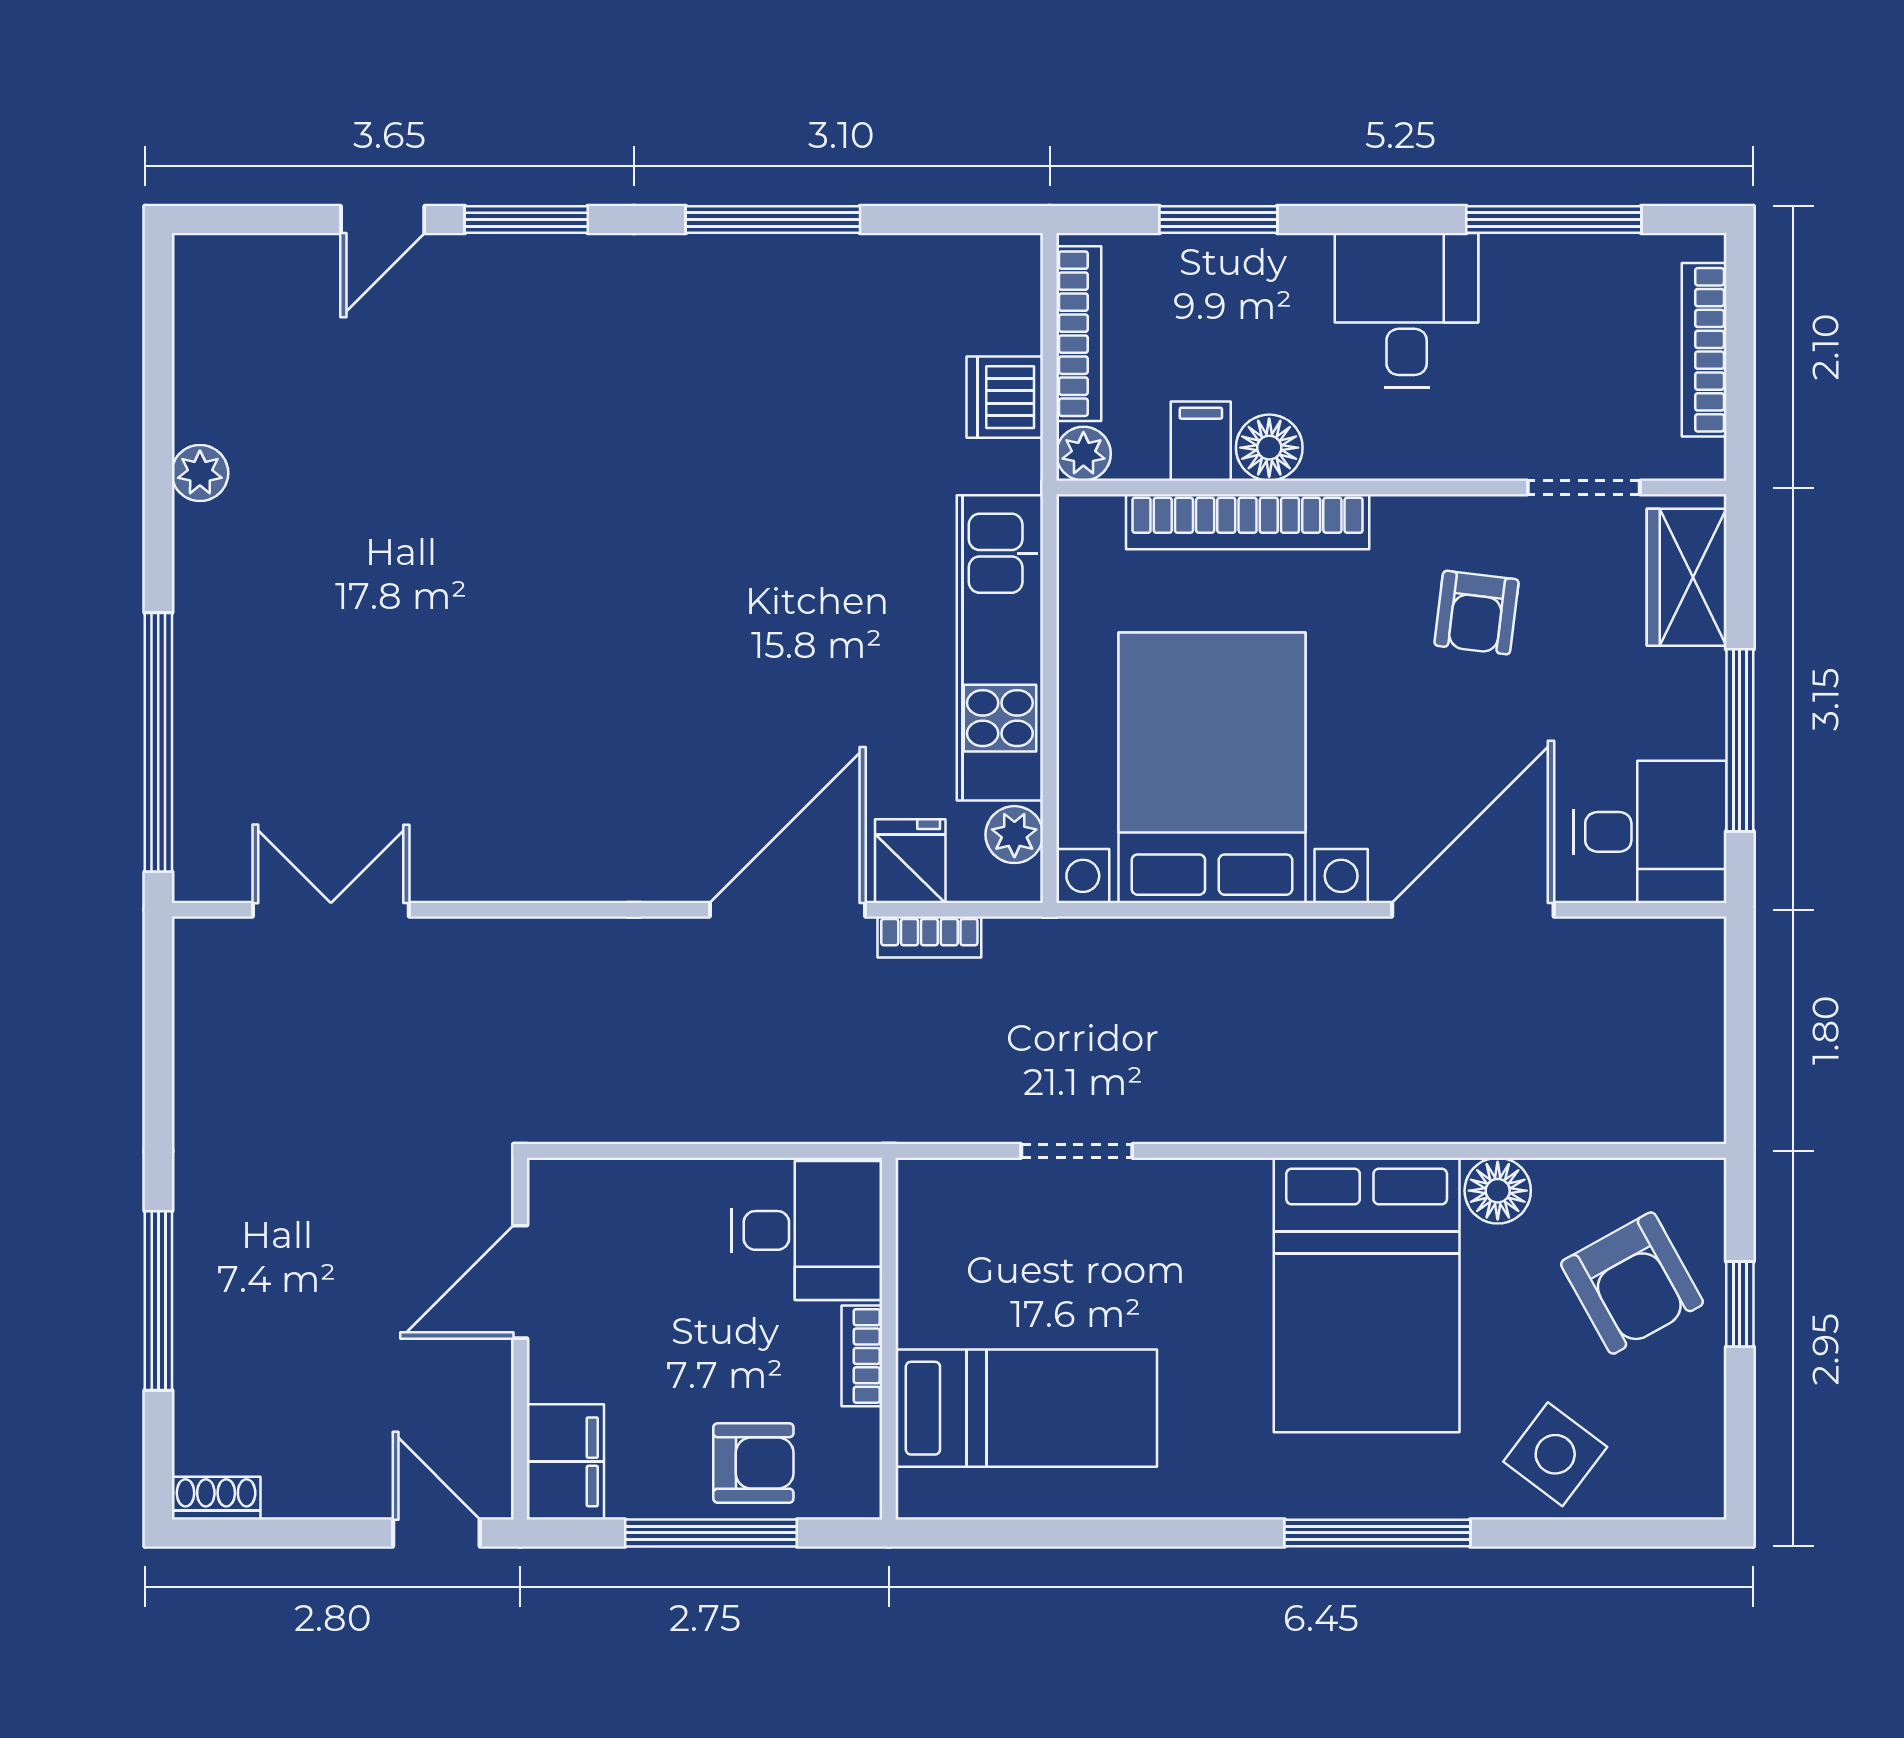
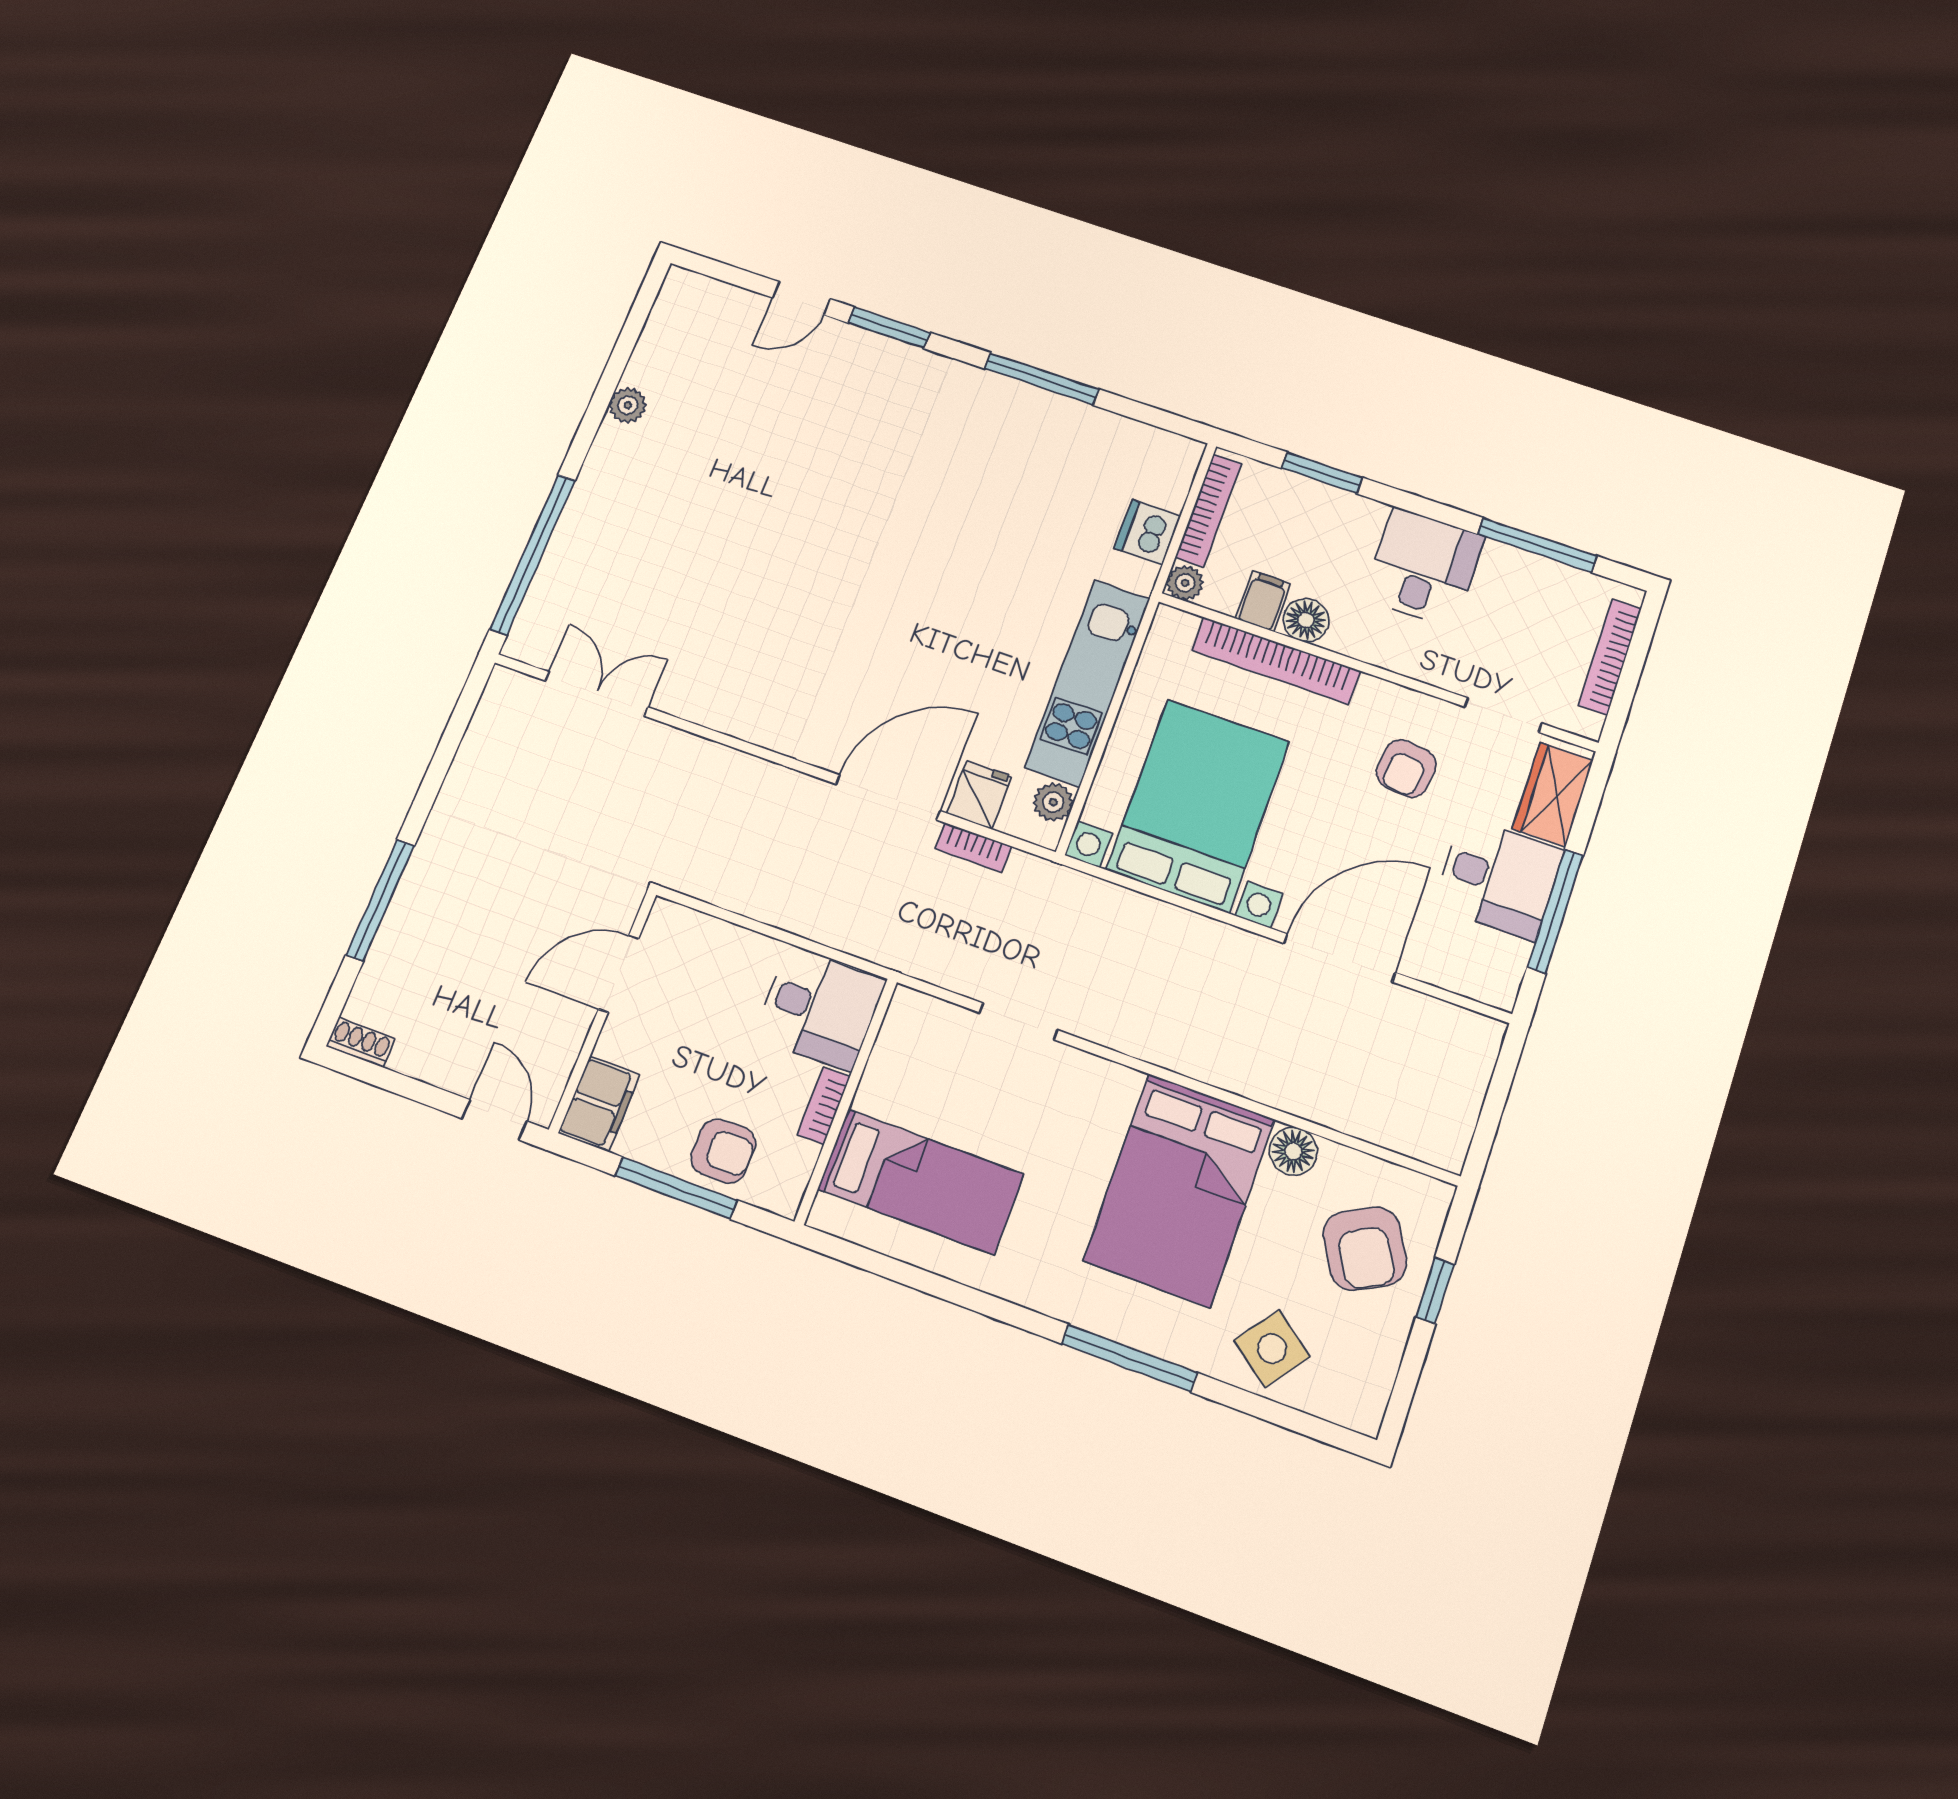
desk: (1650, 832) -> (1498, 878), moved

